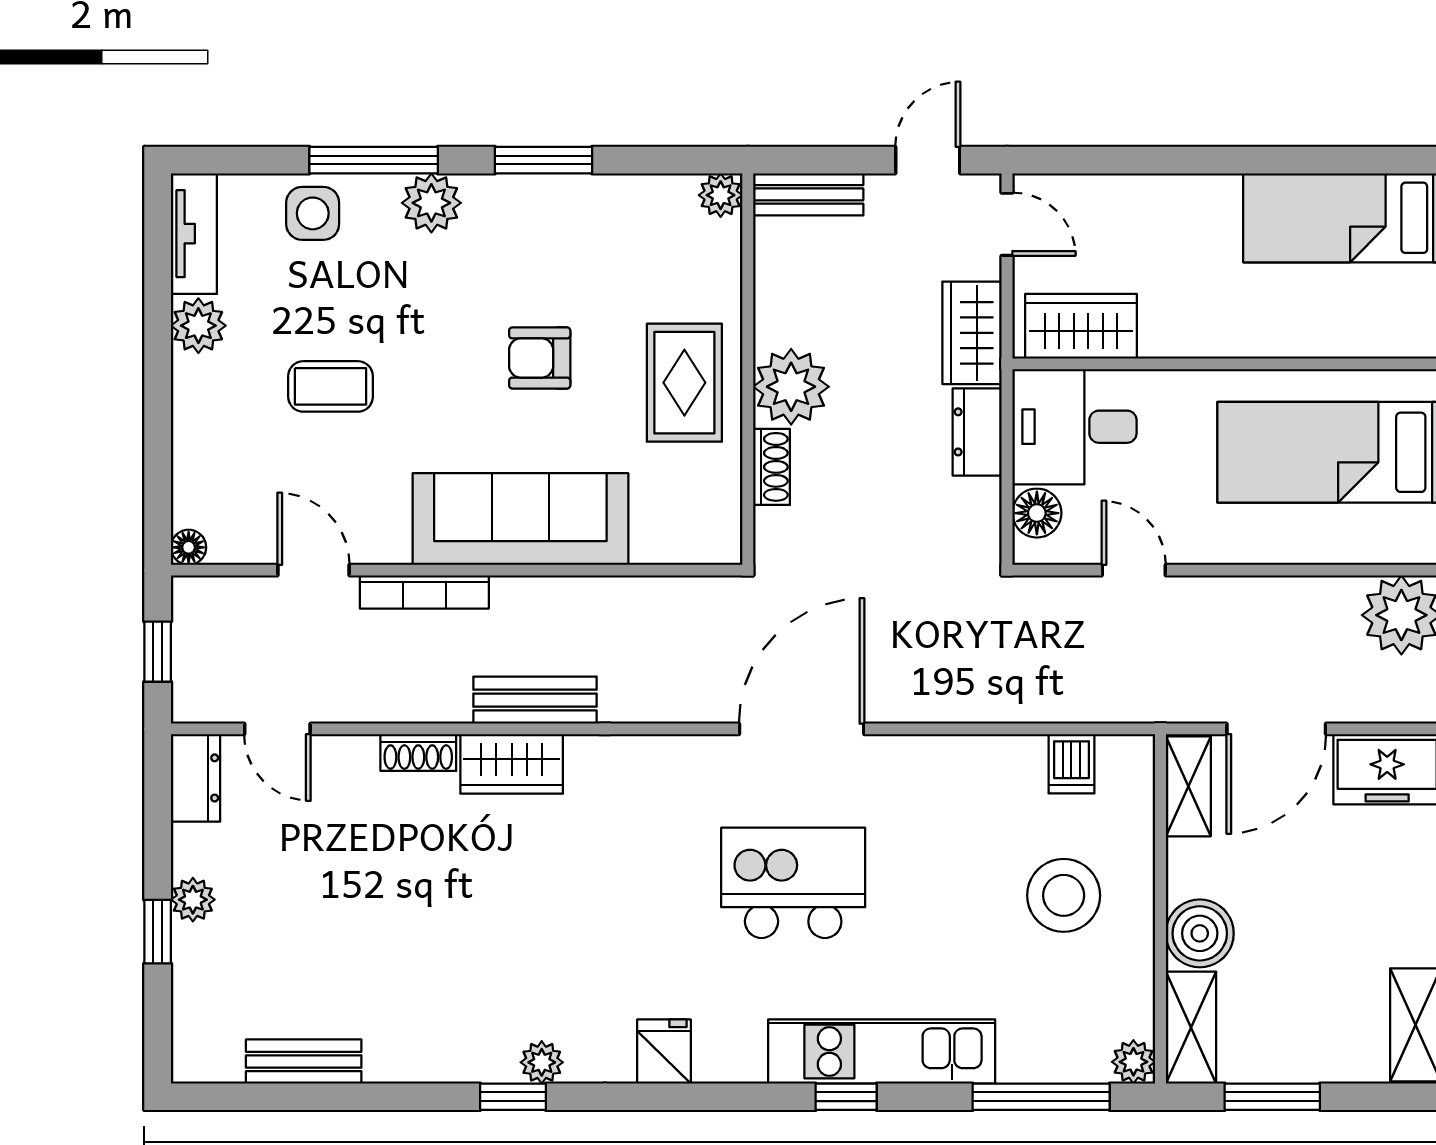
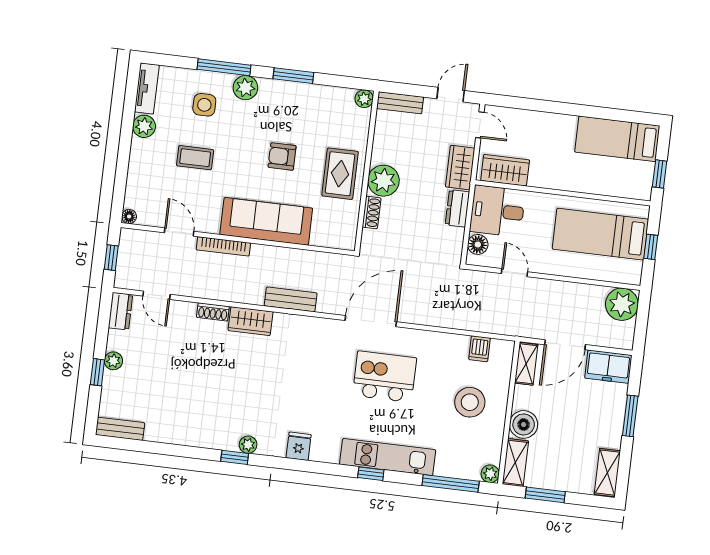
side table: (313, 213) -> (204, 105), moved
bench: (535, 700) -> (291, 299), moved
kitchen island: (793, 883) -> (385, 377), moved
bench: (304, 1061) -> (120, 429), moved

